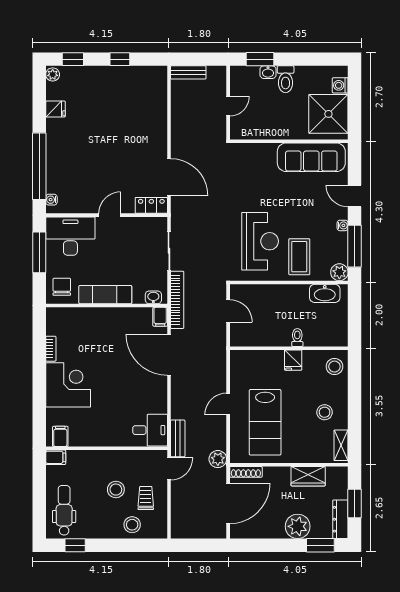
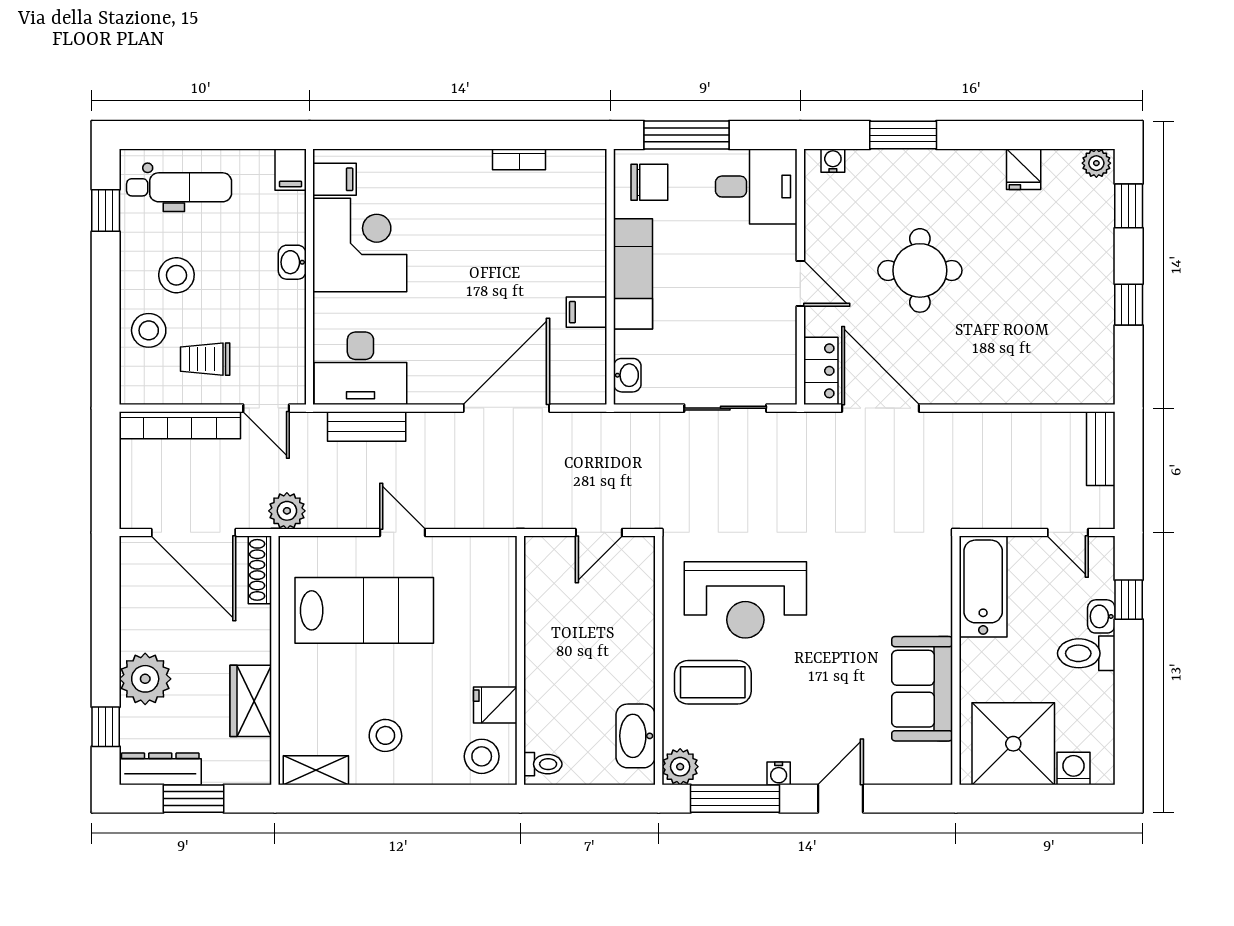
window: (260, 59) -> (1129, 600), width x0.67
door: (228, 106) -> (1068, 532), moved
bathtub: (254, 128) -> (983, 587), added
sofa: (311, 157) -> (922, 689), width x0.73
round table: (104, 158) -> (920, 270), added
window: (39, 166) -> (903, 135), width x0.47
door: (169, 177) -> (881, 408), swing flipped
desk: (70, 236) -> (756, 187), width x0.73
window: (39, 252) -> (687, 135), moved
bookcase: (177, 300) -> (180, 425), moved
filing cabinet: (160, 317) -> (587, 312), moved
toilet: (297, 337) -> (543, 764), moved
fridge: (293, 360) -> (495, 705), moved
corner desk: (68, 385) -> (360, 245), moved, turned -90
lab bench: (265, 422) -> (364, 610), turned 180
desk: (150, 430) -> (360, 368), width x1.37
bench: (178, 438) -> (367, 426), moved
washbasin: (100, 457) -> (292, 262), added
stool: (116, 490) -> (176, 275), moved
trolley: (146, 498) -> (205, 359), turned 180
window: (320, 545) -> (106, 727), width x0.67

